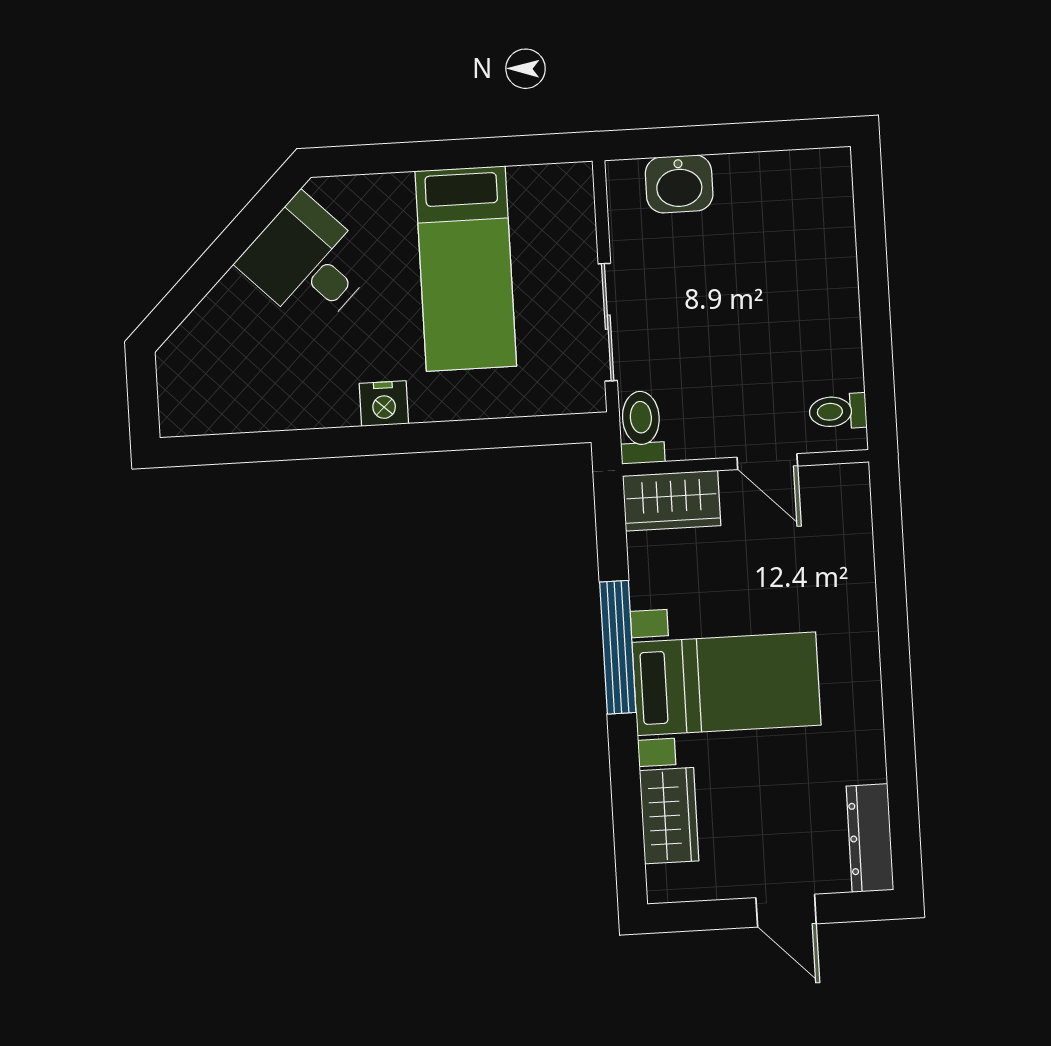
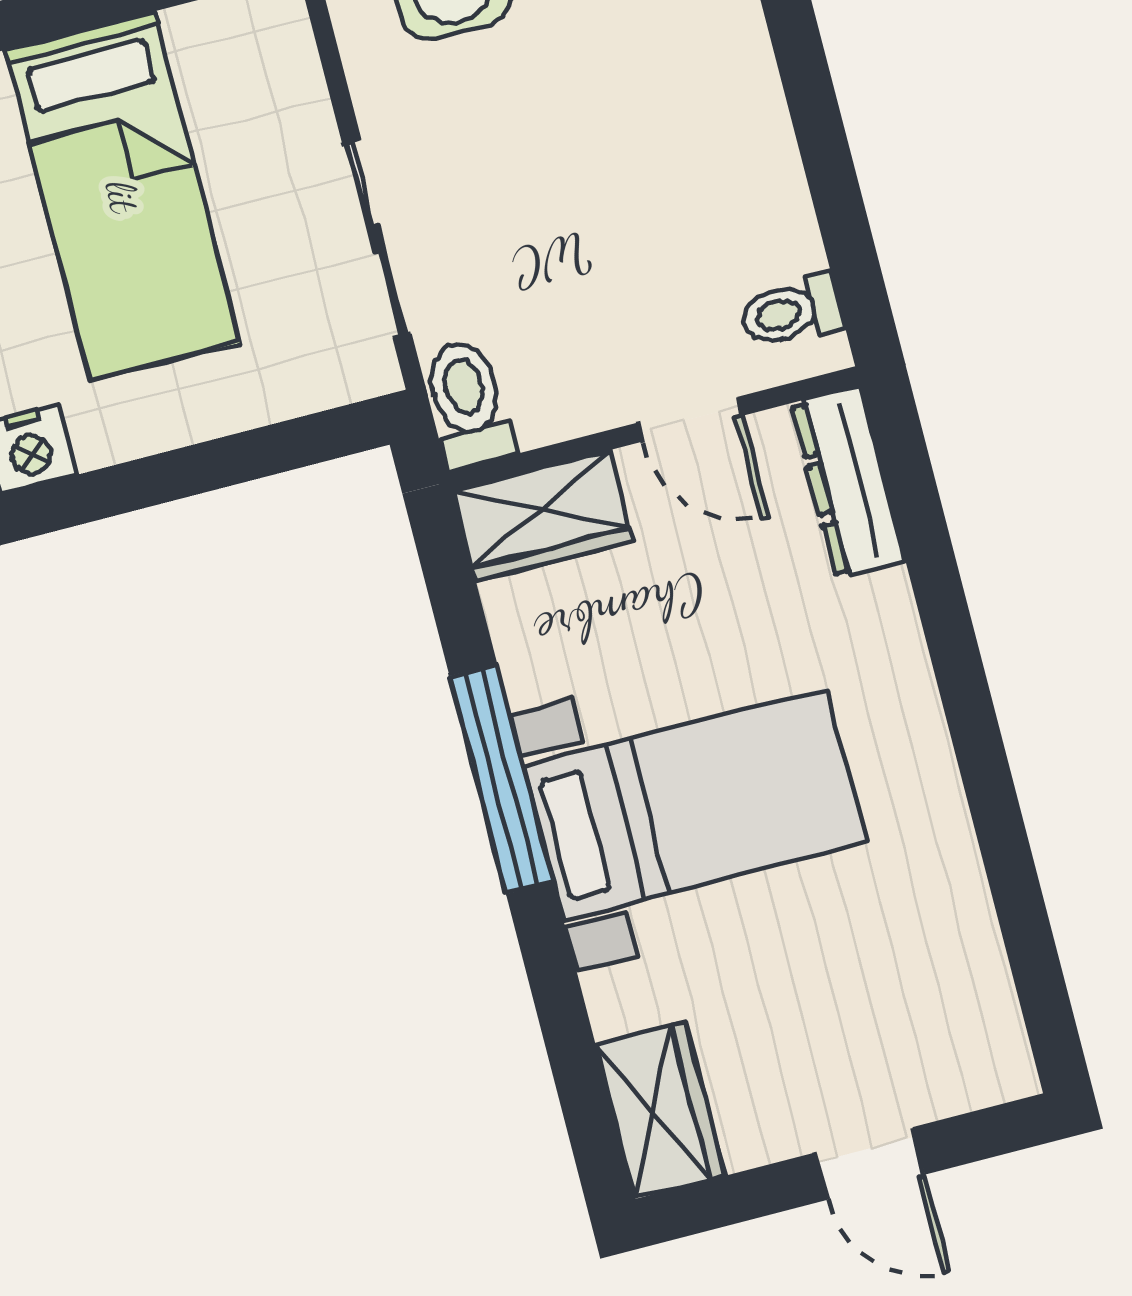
wardrobe: (669, 816) -> (660, 1110), moved
dresser: (870, 838) -> (848, 482), moved

